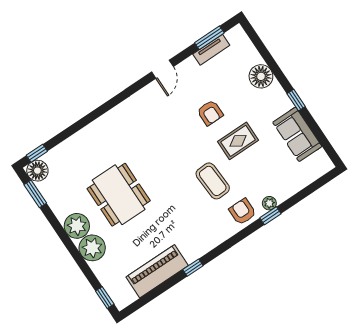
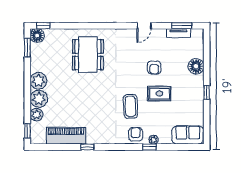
sofa: (297, 134) -> (188, 135), moved, turned 90
dining table: (119, 195) -> (88, 55), moved
plant: (103, 270) -> (36, 115), added

